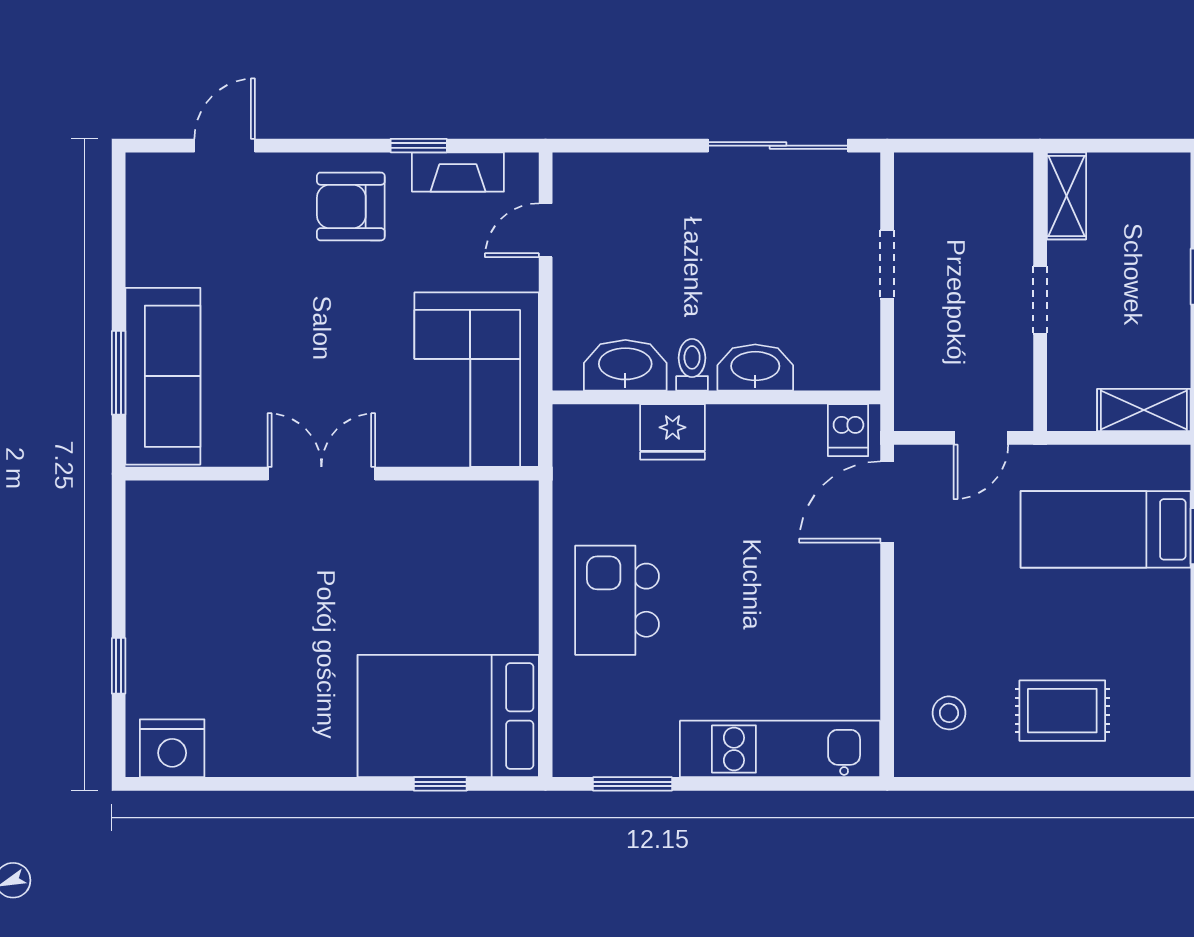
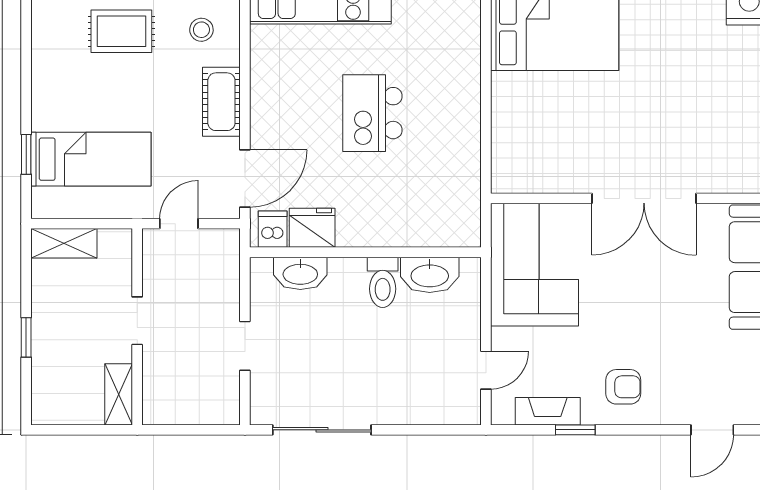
armchair: (351, 206) -> (623, 387), width x0.72, depth x0.72
toilet: (692, 365) -> (383, 282), width x1.37, depth x1.39
washbasin: (755, 367) -> (300, 273), moved
fridge: (673, 432) -> (312, 228), moved
double door: (321, 474) -> (644, 198), width x1.37
kitchen island: (617, 600) -> (372, 113), moved, turned 180
cot: (921, 611) -> (221, 102), added

